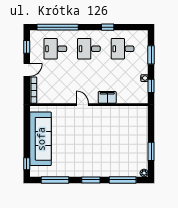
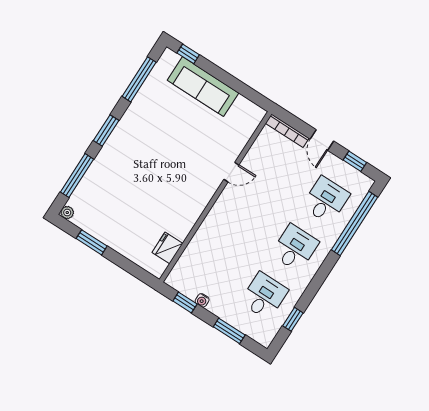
window: (108, 27) -> (293, 319), moved
filing cabinet: (107, 97) -> (209, 229), removed
door: (82, 105) -> (231, 172), moved
fridge: (130, 112) -> (167, 248), added
sofa: (41, 139) -> (203, 87), width x0.74, depth x0.79

